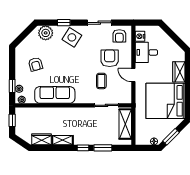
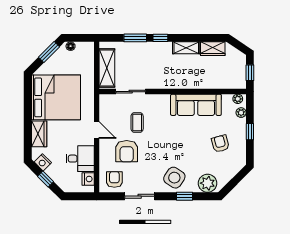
window: (174, 36) -> (46, 179), added
nightstand: (176, 49) -> (43, 162), added
window: (12, 86) -> (250, 132), moved

